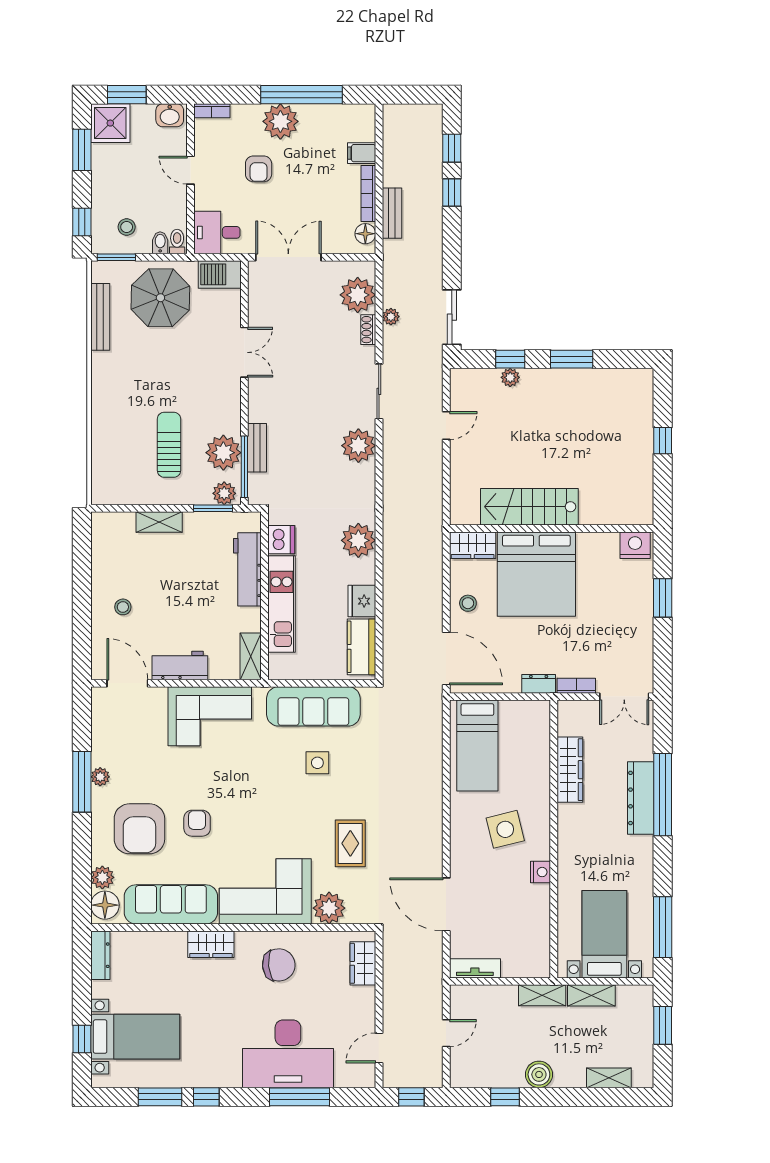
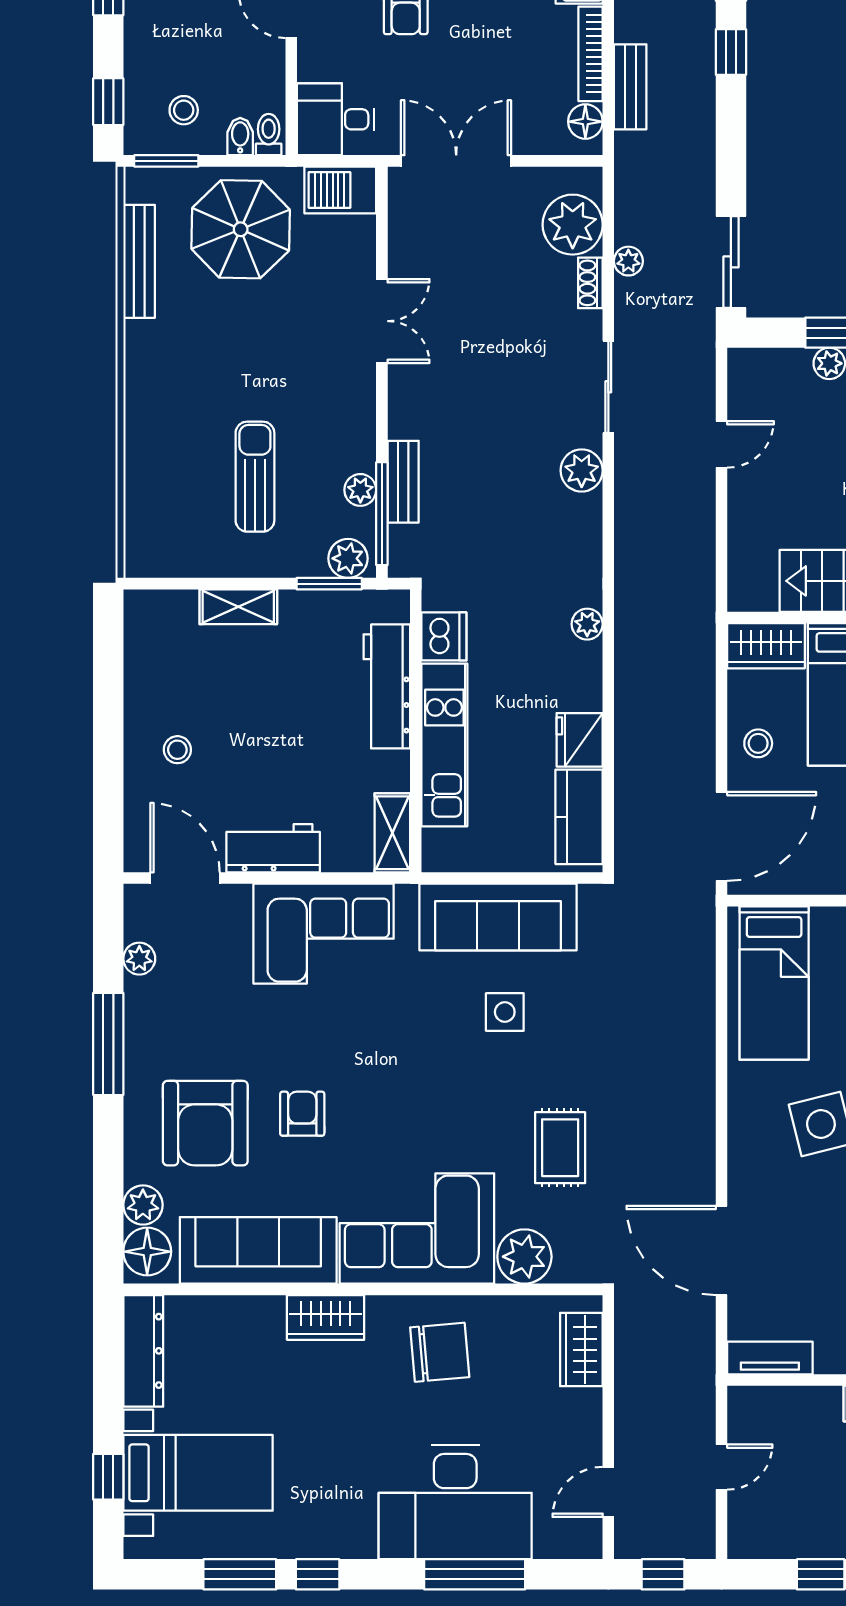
plant: (358, 446) -> (582, 470), width x0.73, depth x0.73
plant: (223, 453) -> (360, 490), width x0.53, depth x0.53
plant: (358, 540) -> (587, 624), width x0.53, depth x0.53
door: (446, 658) -> (722, 836), hinge flipped
plant: (100, 777) -> (139, 959), moved
dresser: (100, 955) -> (143, 1351), width x1.37, depth x1.24

